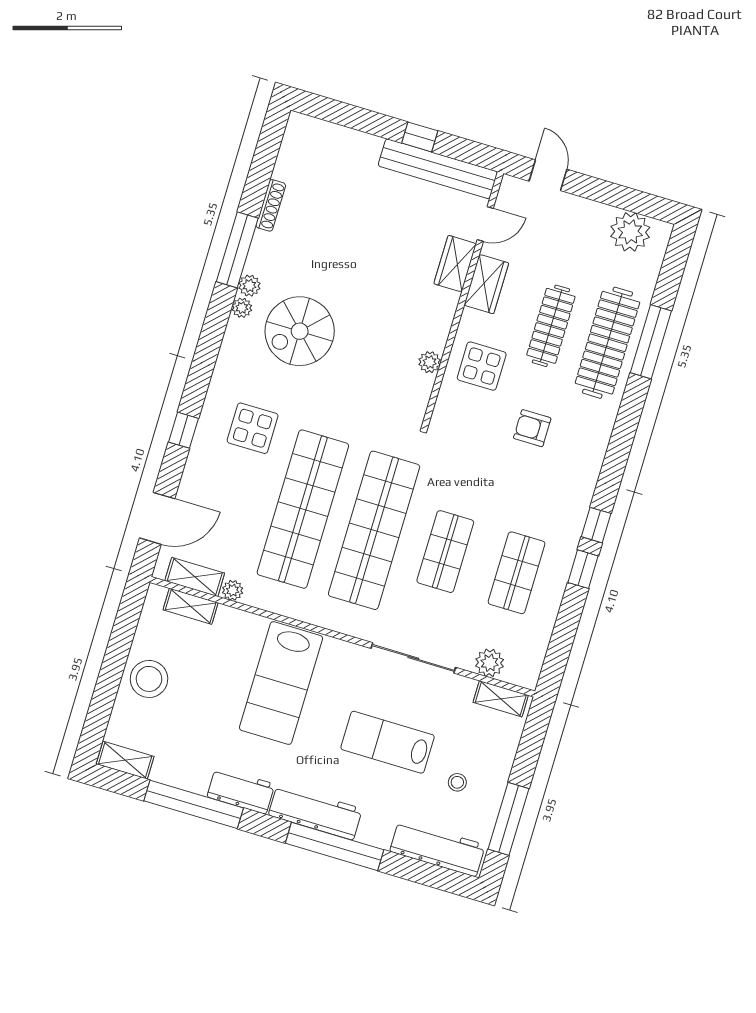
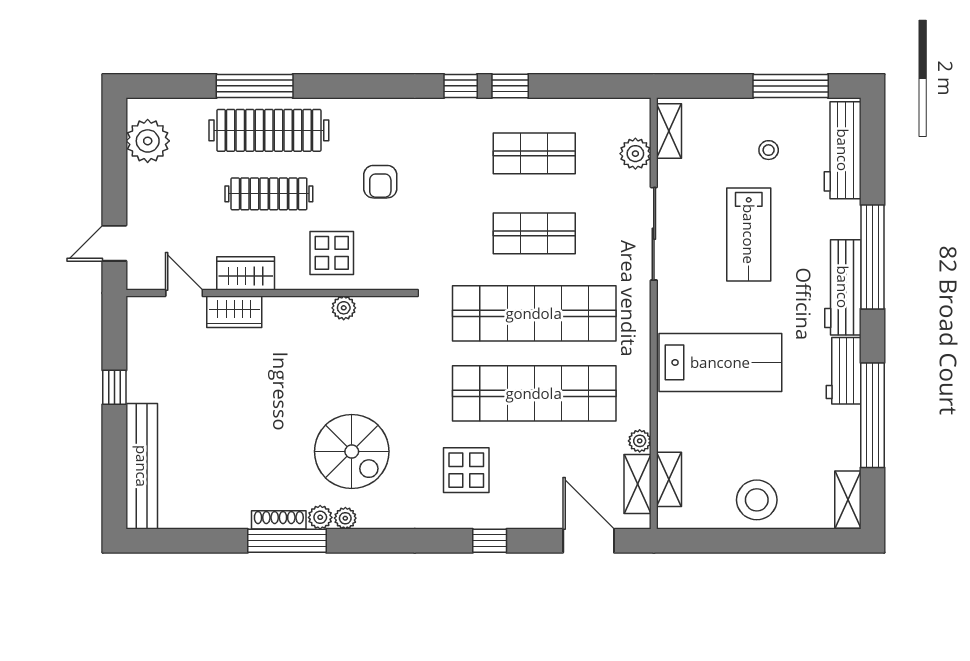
bench: (438, 169) -> (142, 466), moved
shoe rack: (271, 205) -> (279, 520), moved

